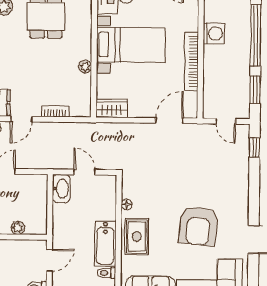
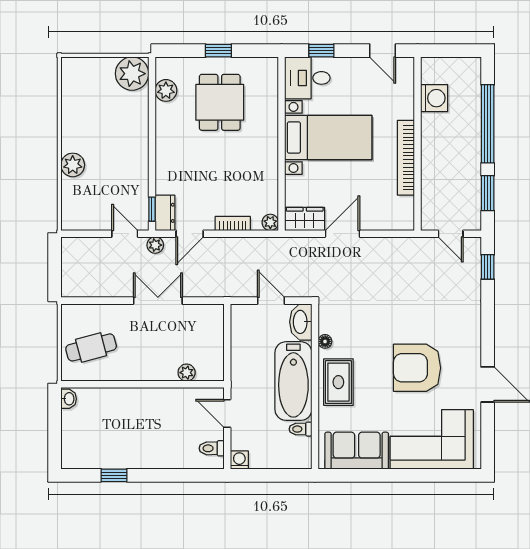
washing machine: (214, 34) -> (434, 98), moved
plant: (85, 67) -> (270, 222), moved
door: (169, 121) -> (342, 234), moved
washbasin: (61, 189) -> (301, 322), moved, turned 180
armchair: (198, 226) -> (417, 368), turned 85
bathtub: (105, 244) -> (293, 381), width x1.36, depth x1.36
door: (49, 260) -> (227, 413), swing flipped

